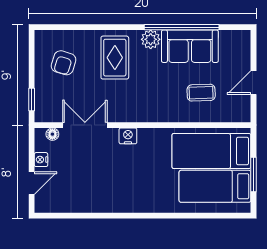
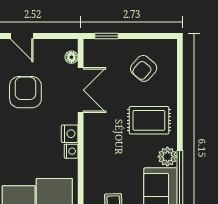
armchair: (64, 63) -> (144, 68), turned -66
nightstand: (41, 160) -> (71, 151), moved, turned 90
armchair: (87, 180) -> (25, 92), added

